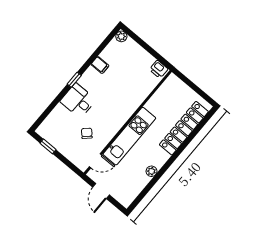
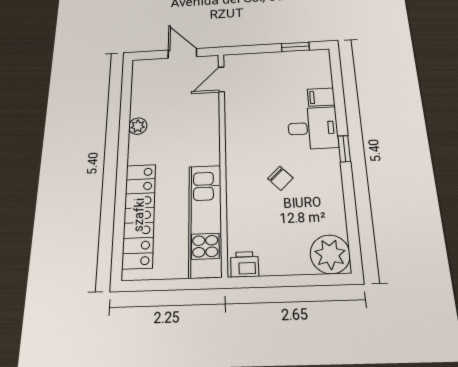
plant: (121, 36) -> (330, 254), width x1.87, depth x1.87
filing cabinet: (100, 65) -> (321, 97), moved
chair: (87, 133) -> (280, 178), moved
kitchen unit: (129, 136) -> (205, 220), moved

